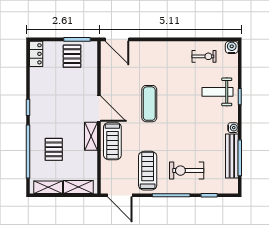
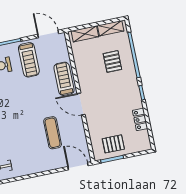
locker: (36, 54) -> (140, 119), moved
pallet: (72, 56) -> (113, 144), turned 90
exercise mat: (149, 104) -> (53, 133), moved
shelving: (91, 136) -> (83, 79), removed

